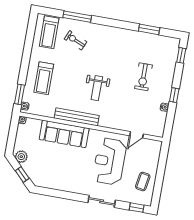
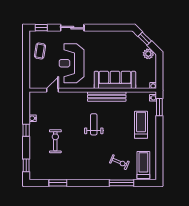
reception desk: (110, 161) -> (72, 63), turned 180

